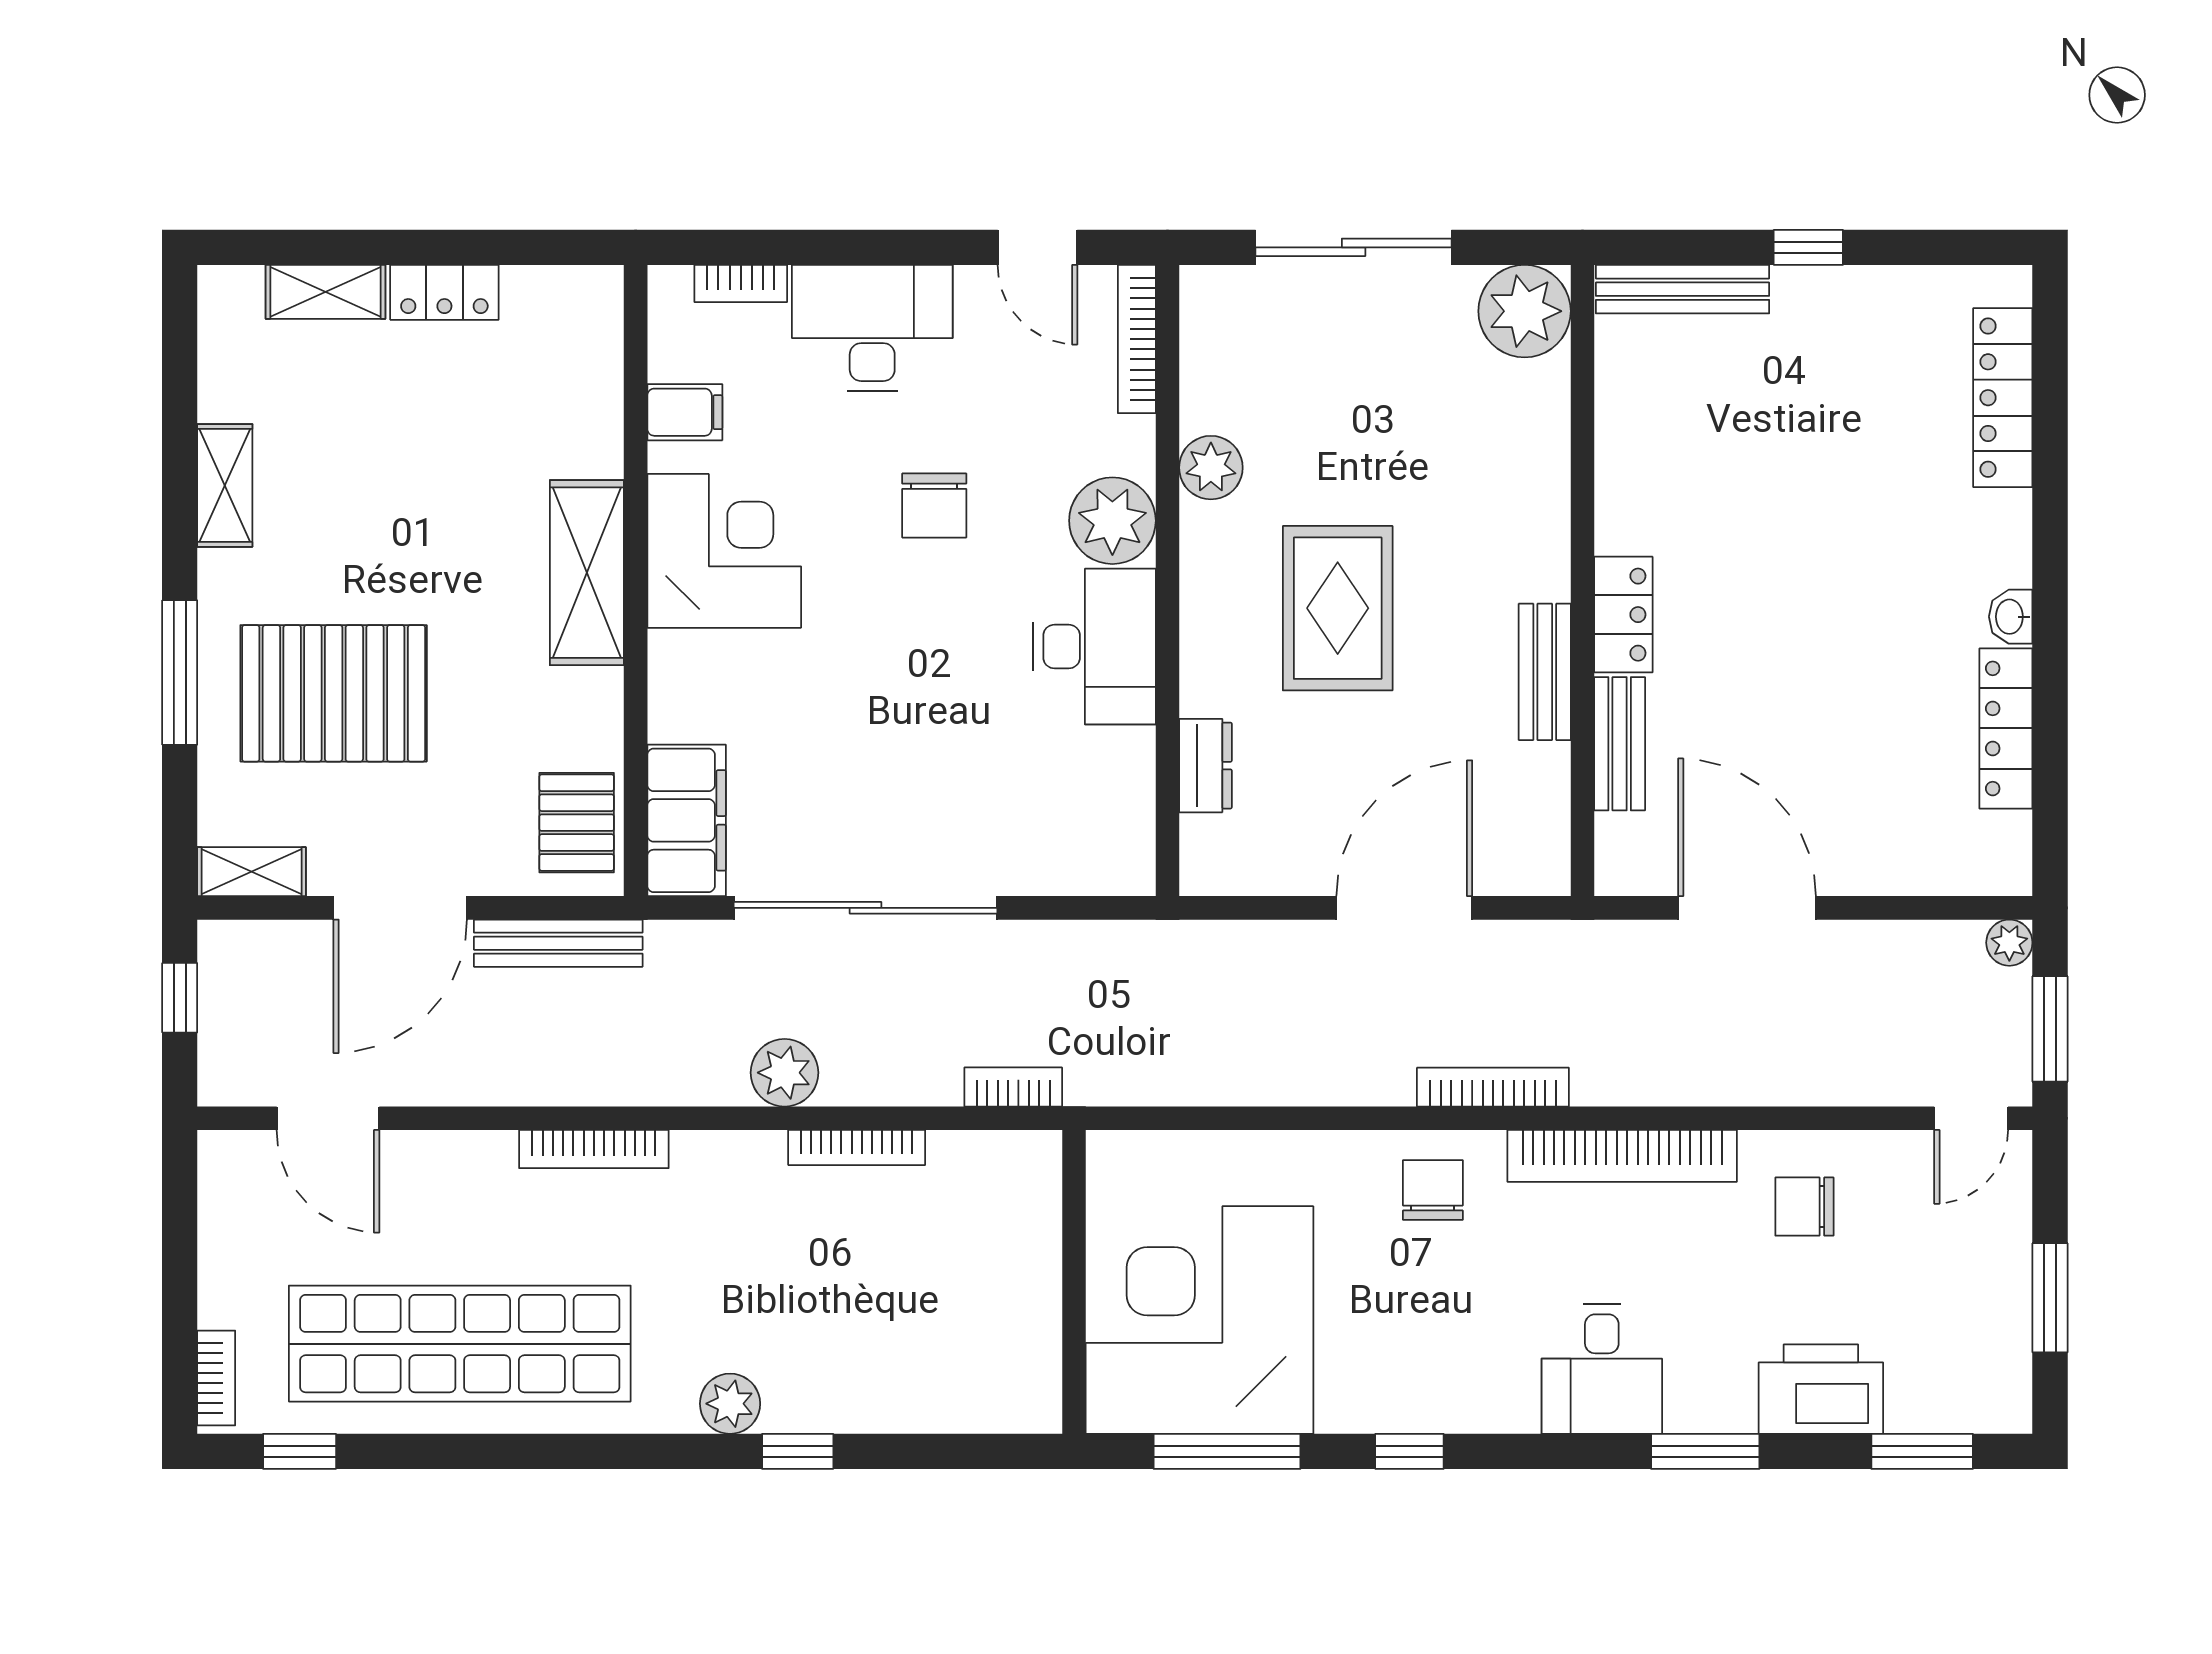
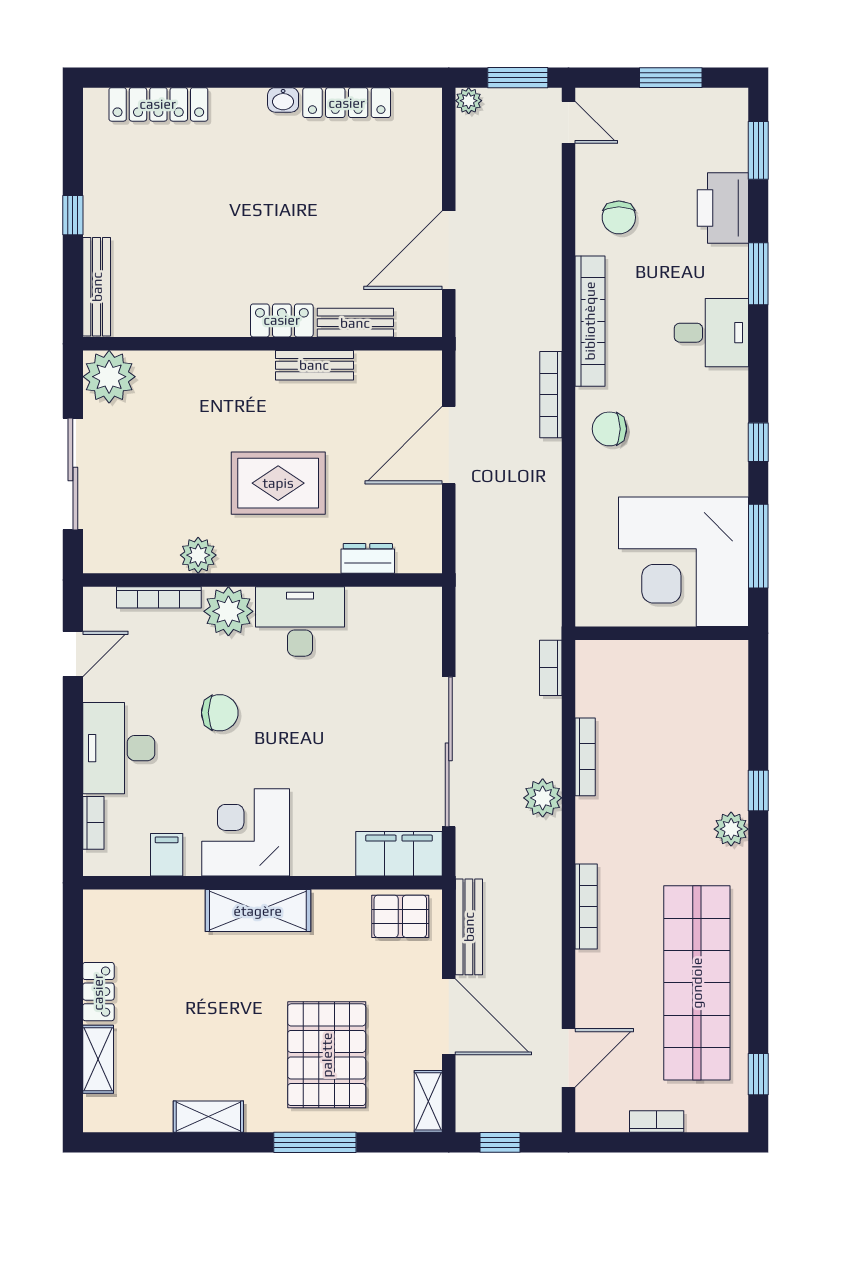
bookcase: (1137, 339) -> (159, 597), moved
door: (1404, 908) -> (449, 445), hinge flipped
bookcase: (216, 1378) -> (657, 1122), moved

